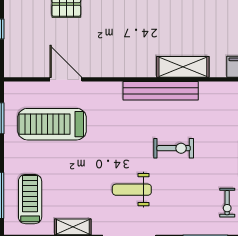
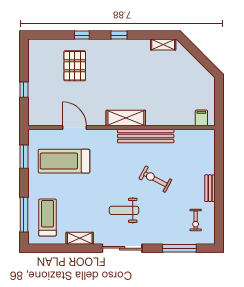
shelving: (183, 67) -> (126, 118), moved
exercise bike: (174, 148) -> (155, 179), turned -152

